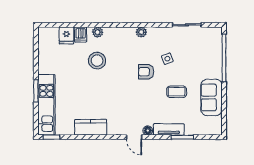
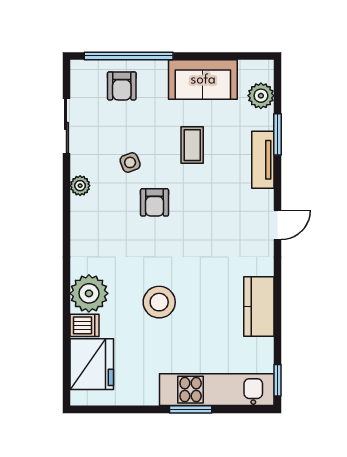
plant: (98, 32) -> (89, 293), width x1.88, depth x1.88
plant: (141, 32) -> (80, 186), moved
fridge: (66, 35) -> (92, 364), width x1.88, depth x1.34
armchair: (208, 54) -> (122, 86), added
stool: (97, 61) -> (159, 302), moved
plant: (203, 128) -> (261, 96), added
floor lamp: (148, 130) -> (265, 199), removed

